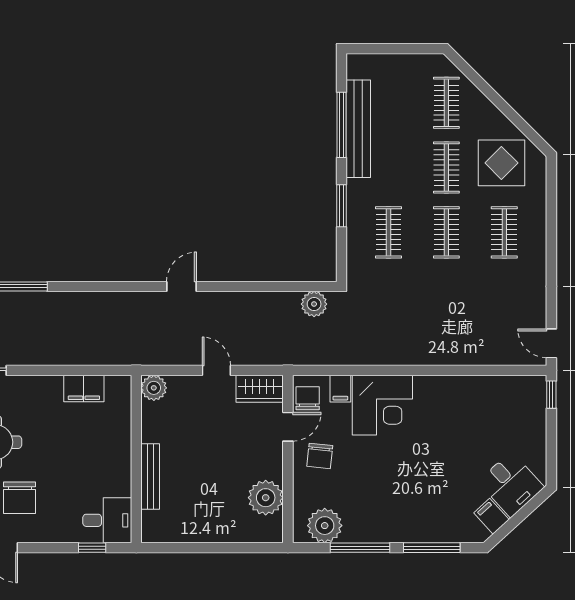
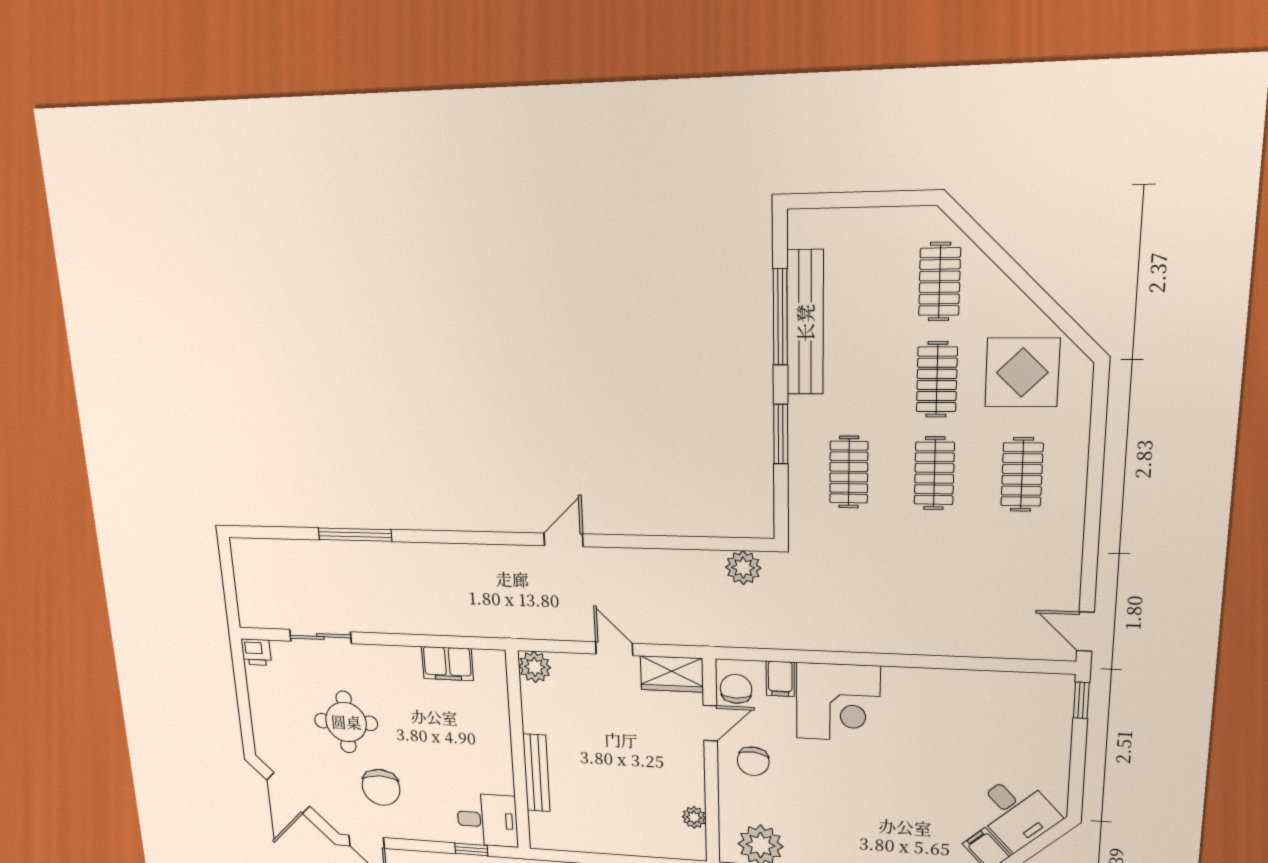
plant: (266, 498) -> (694, 817), width x0.53, depth x0.53

